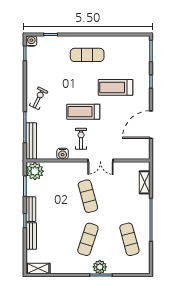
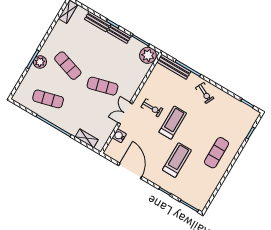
water cooler: (31, 41) -> (254, 114), removed
water cooler: (63, 154) -> (119, 136), moved

